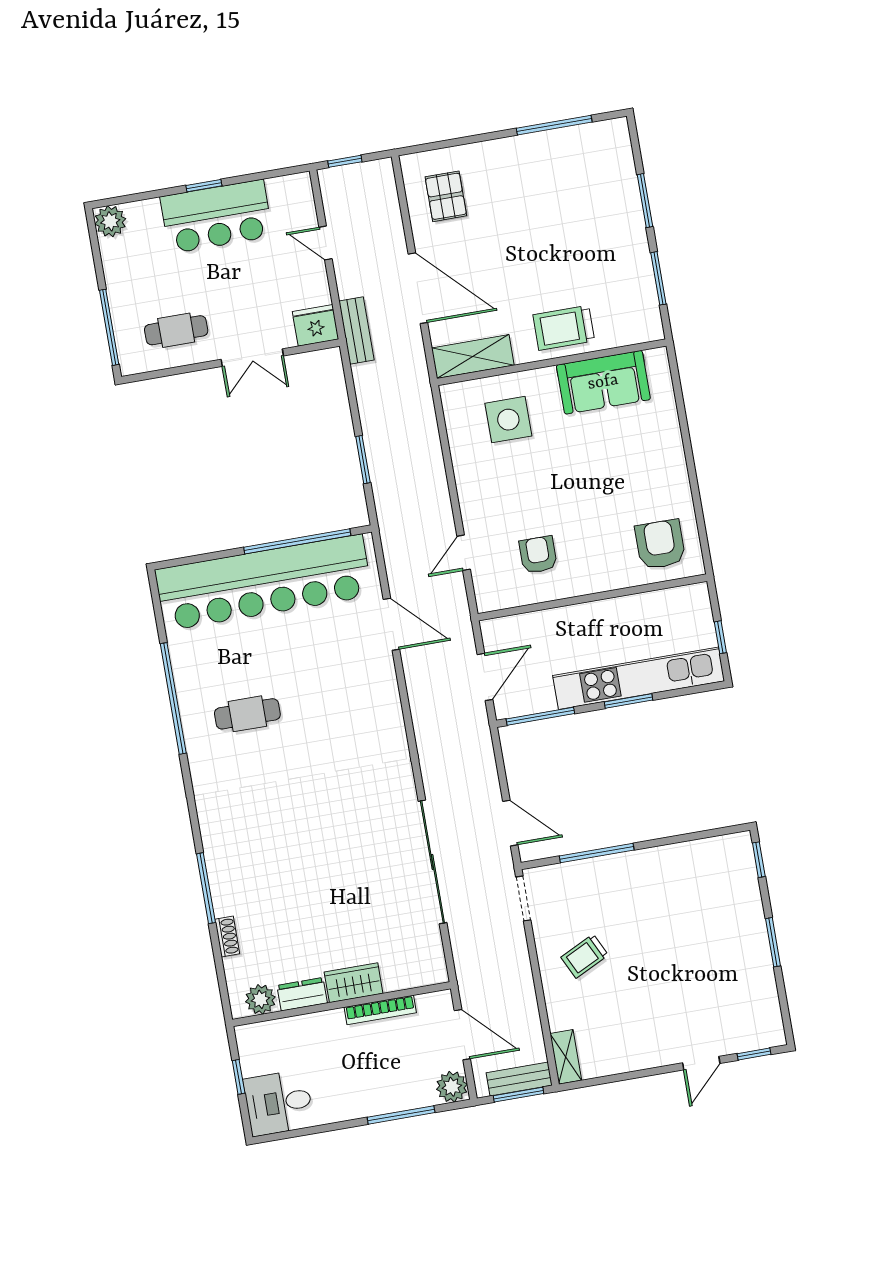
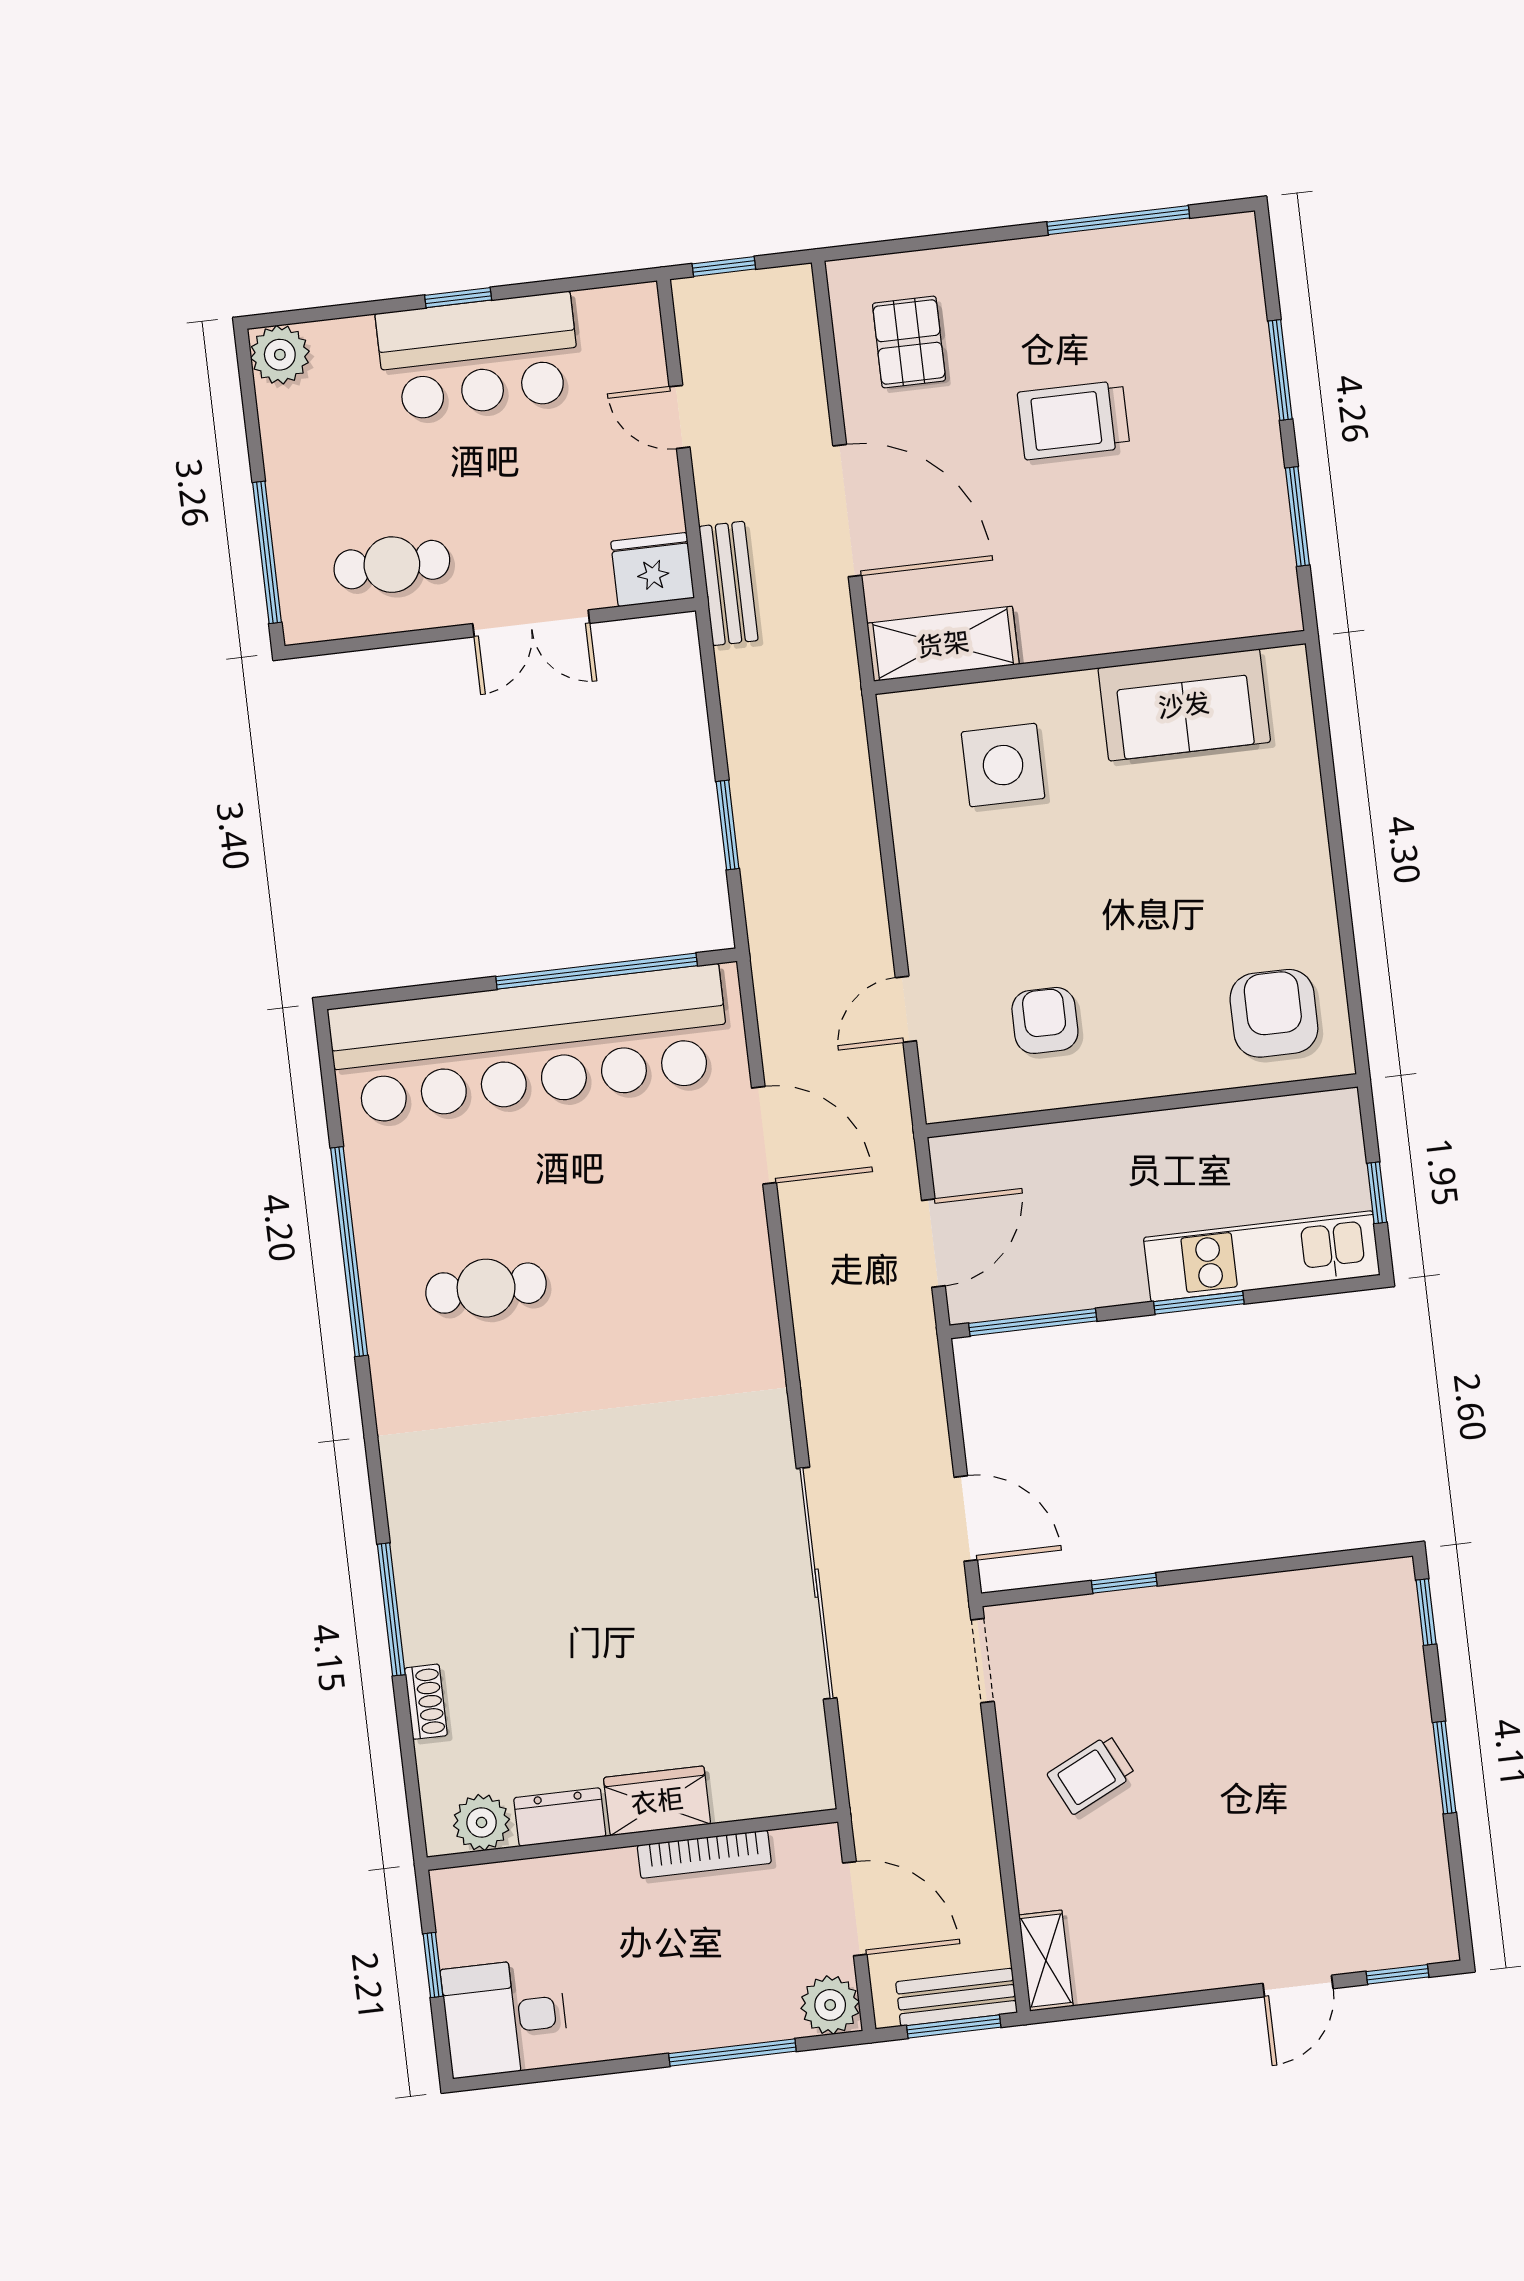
trolley: (564, 328) -> (1074, 420), moved
kitchen unit: (639, 678) -> (1262, 1256), width x0.73
window: (597, 853) -> (1124, 1583), width x0.46

